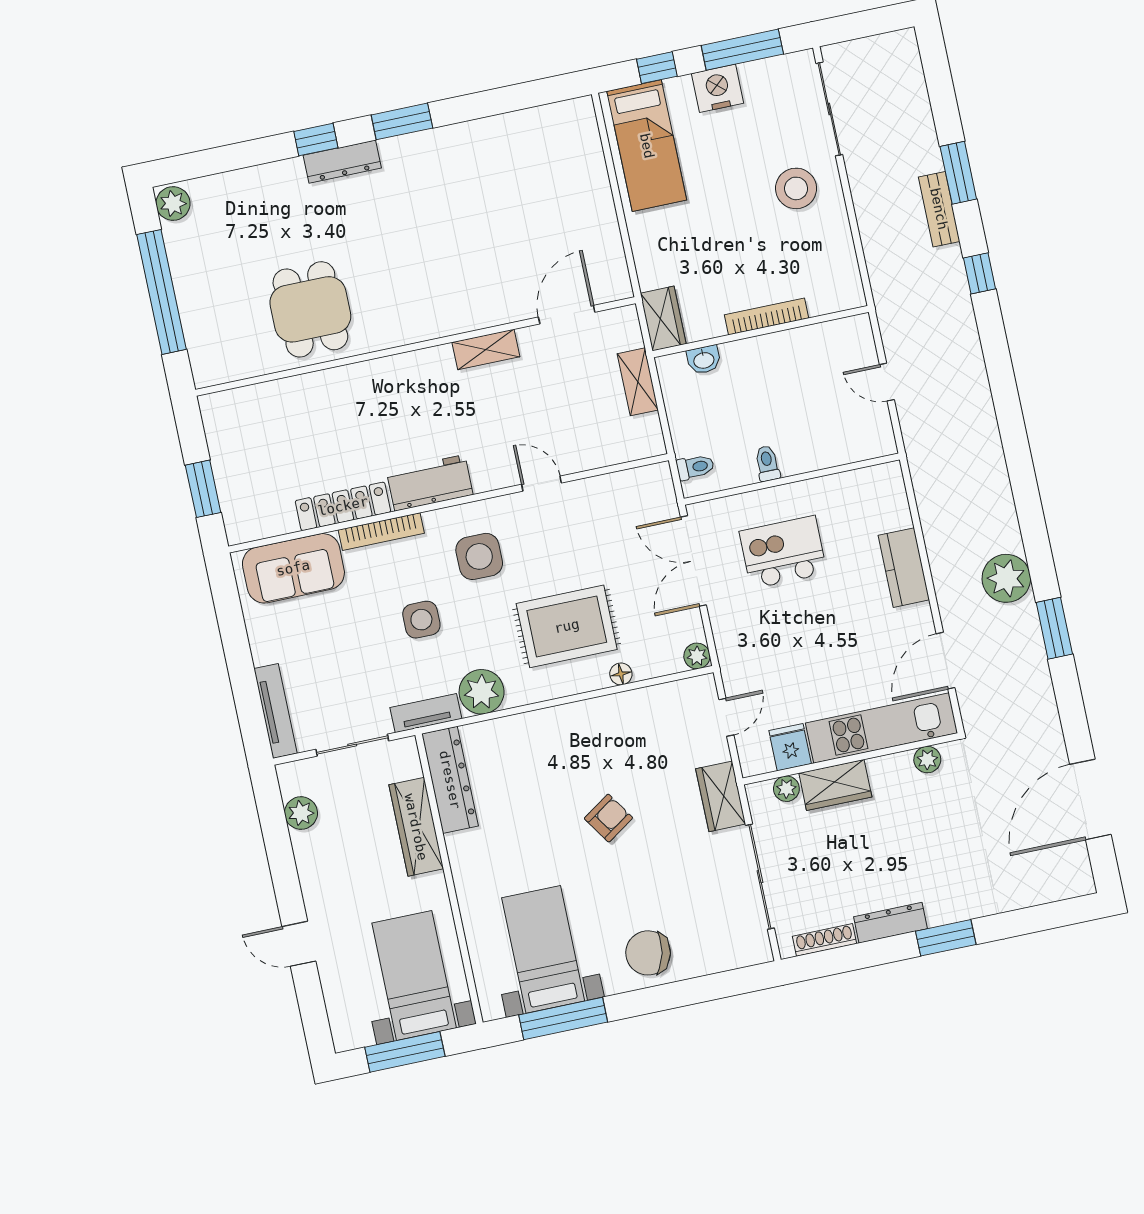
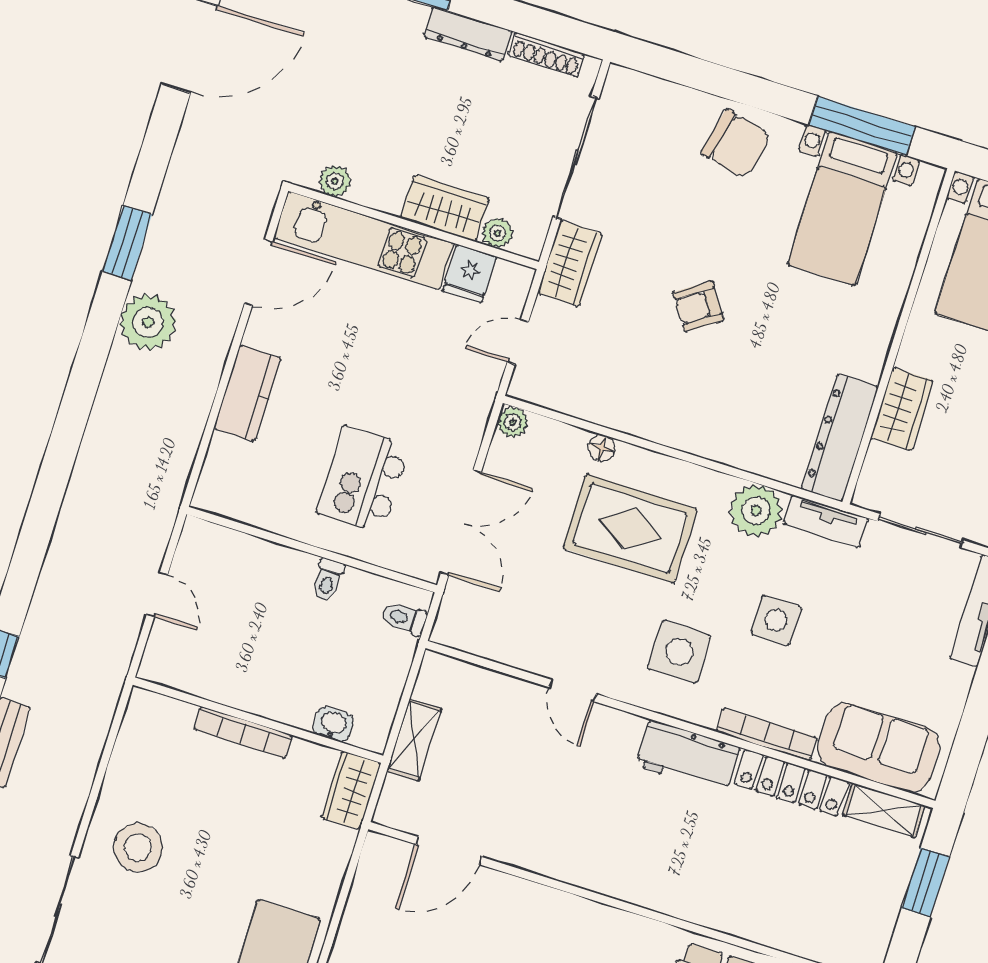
shelving: (486, 349) -> (884, 810), moved
kitchen island: (783, 552) -> (363, 479), turned 90
wardrobe: (416, 827) -> (902, 409), width x0.67

